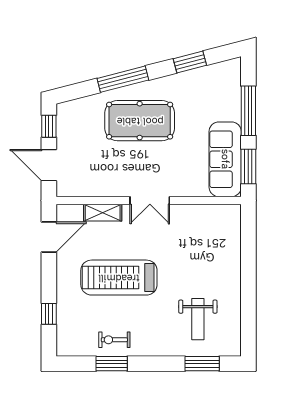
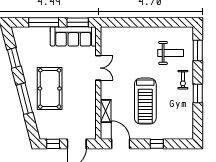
double door: (150, 200) -> (98, 68), moved
window: (49, 314) -> (157, 144), moved
exercise bike: (114, 340) -> (183, 80), moved
window: (112, 364) -> (198, 94), moved

